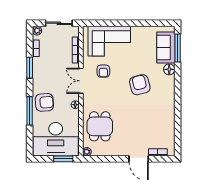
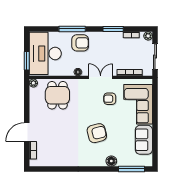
sofa: (166, 47) -> (144, 140), moved, turned -90
armchair: (44, 102) -> (80, 43), turned -86
dining table: (100, 126) -> (57, 95), turned 90

